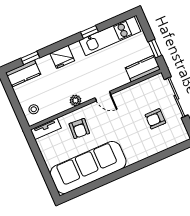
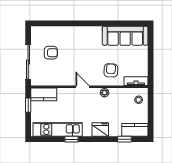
sofa: (88, 167) -> (125, 36), width x0.74, depth x0.79

